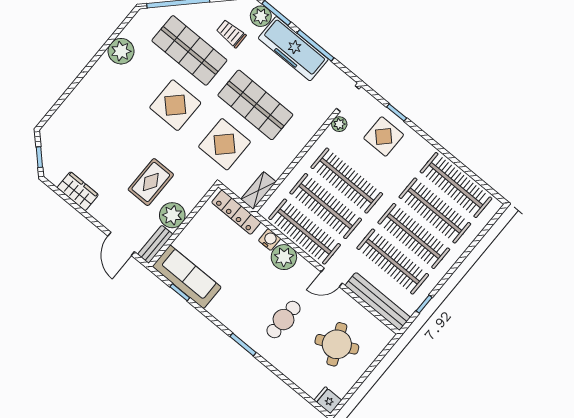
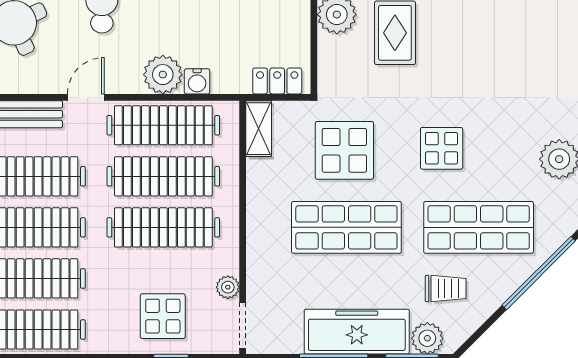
display table: (175, 105) -> (442, 148), width x0.73, depth x0.73
locker: (236, 212) -> (277, 81), width x0.66

